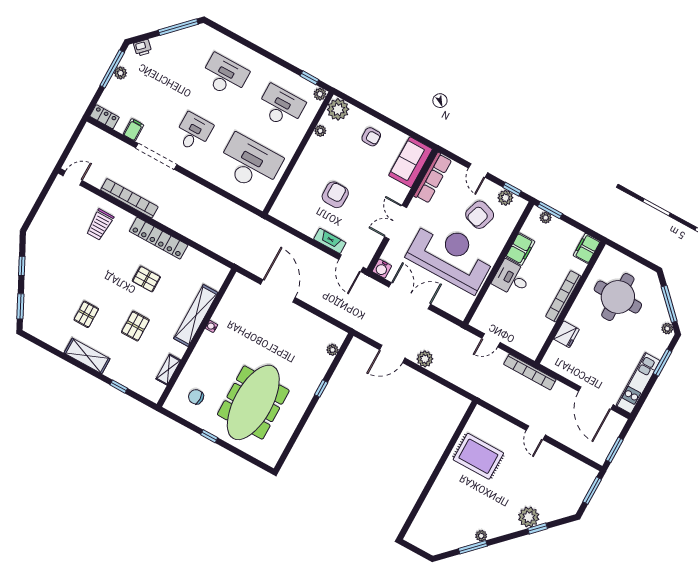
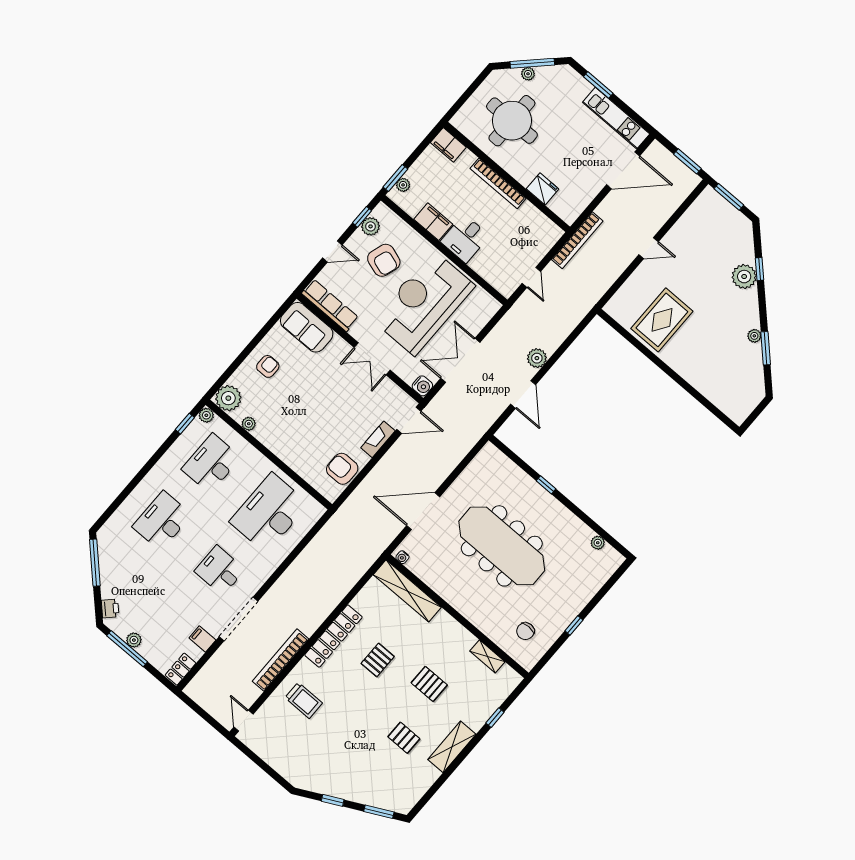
armchair: (335, 195) -> (342, 469), moved
shelving: (196, 315) -> (407, 591), moved
water cooler: (212, 326) -> (402, 557), moved
plant: (667, 329) -> (528, 74), moved
plant: (332, 350) -> (598, 543), moved
meeting table: (253, 402) -> (502, 546), moved

